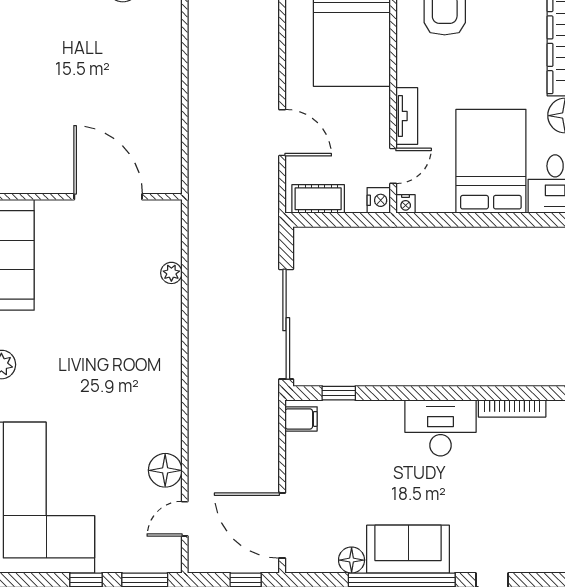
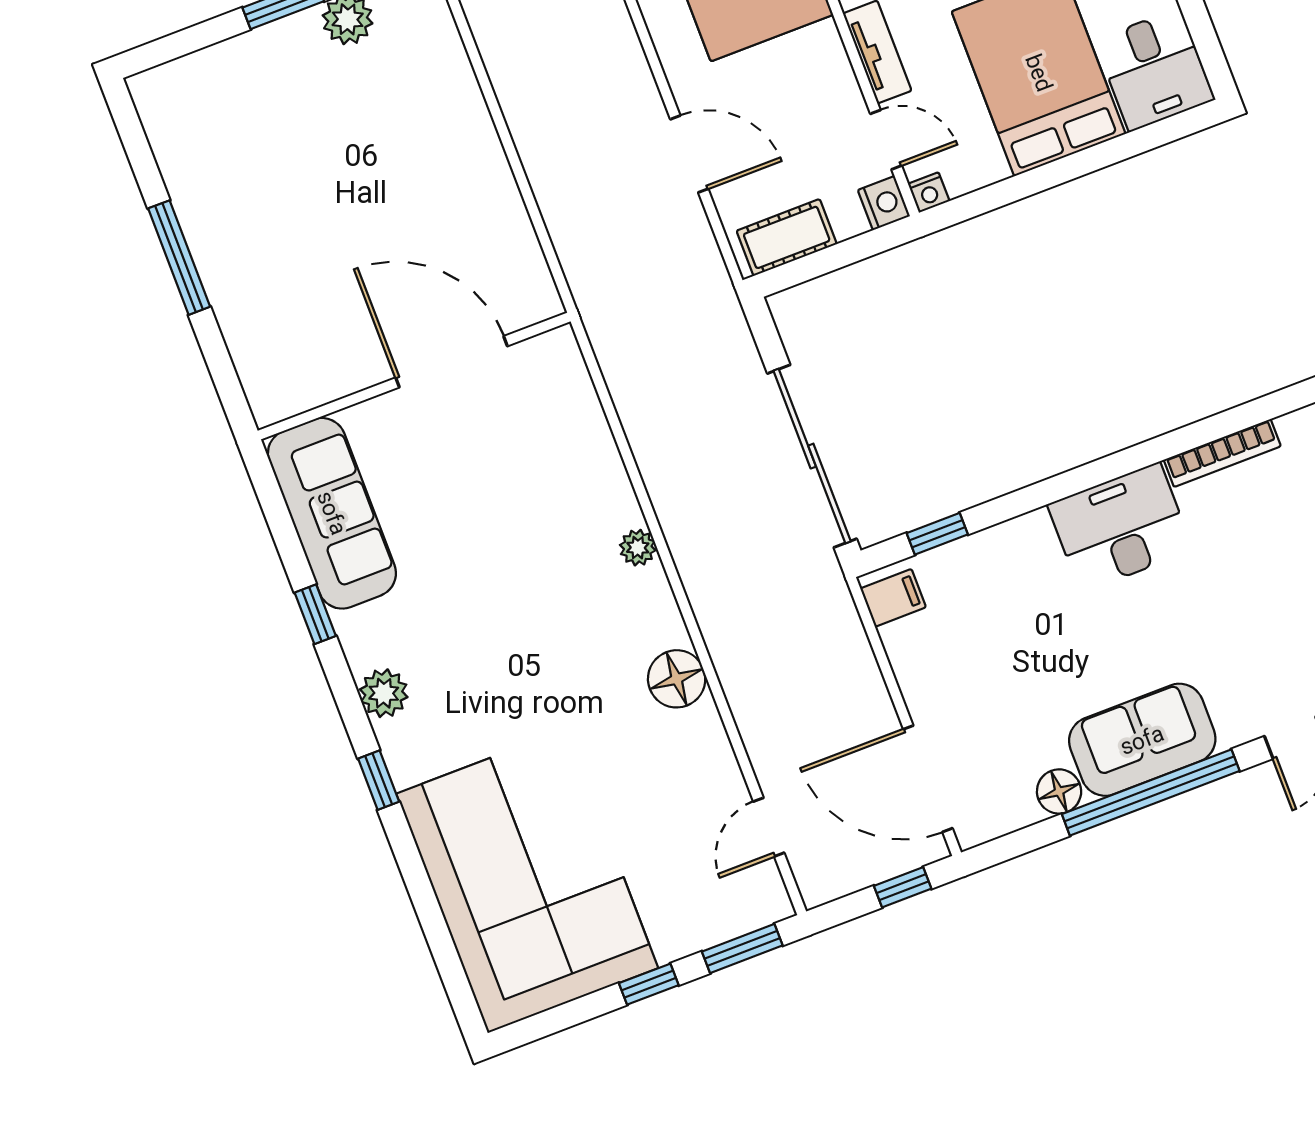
door: (393, 166) -> (886, 140), hinge flipped
plant: (171, 273) -> (638, 548), moved
floor lamp: (165, 470) -> (677, 679), moved

